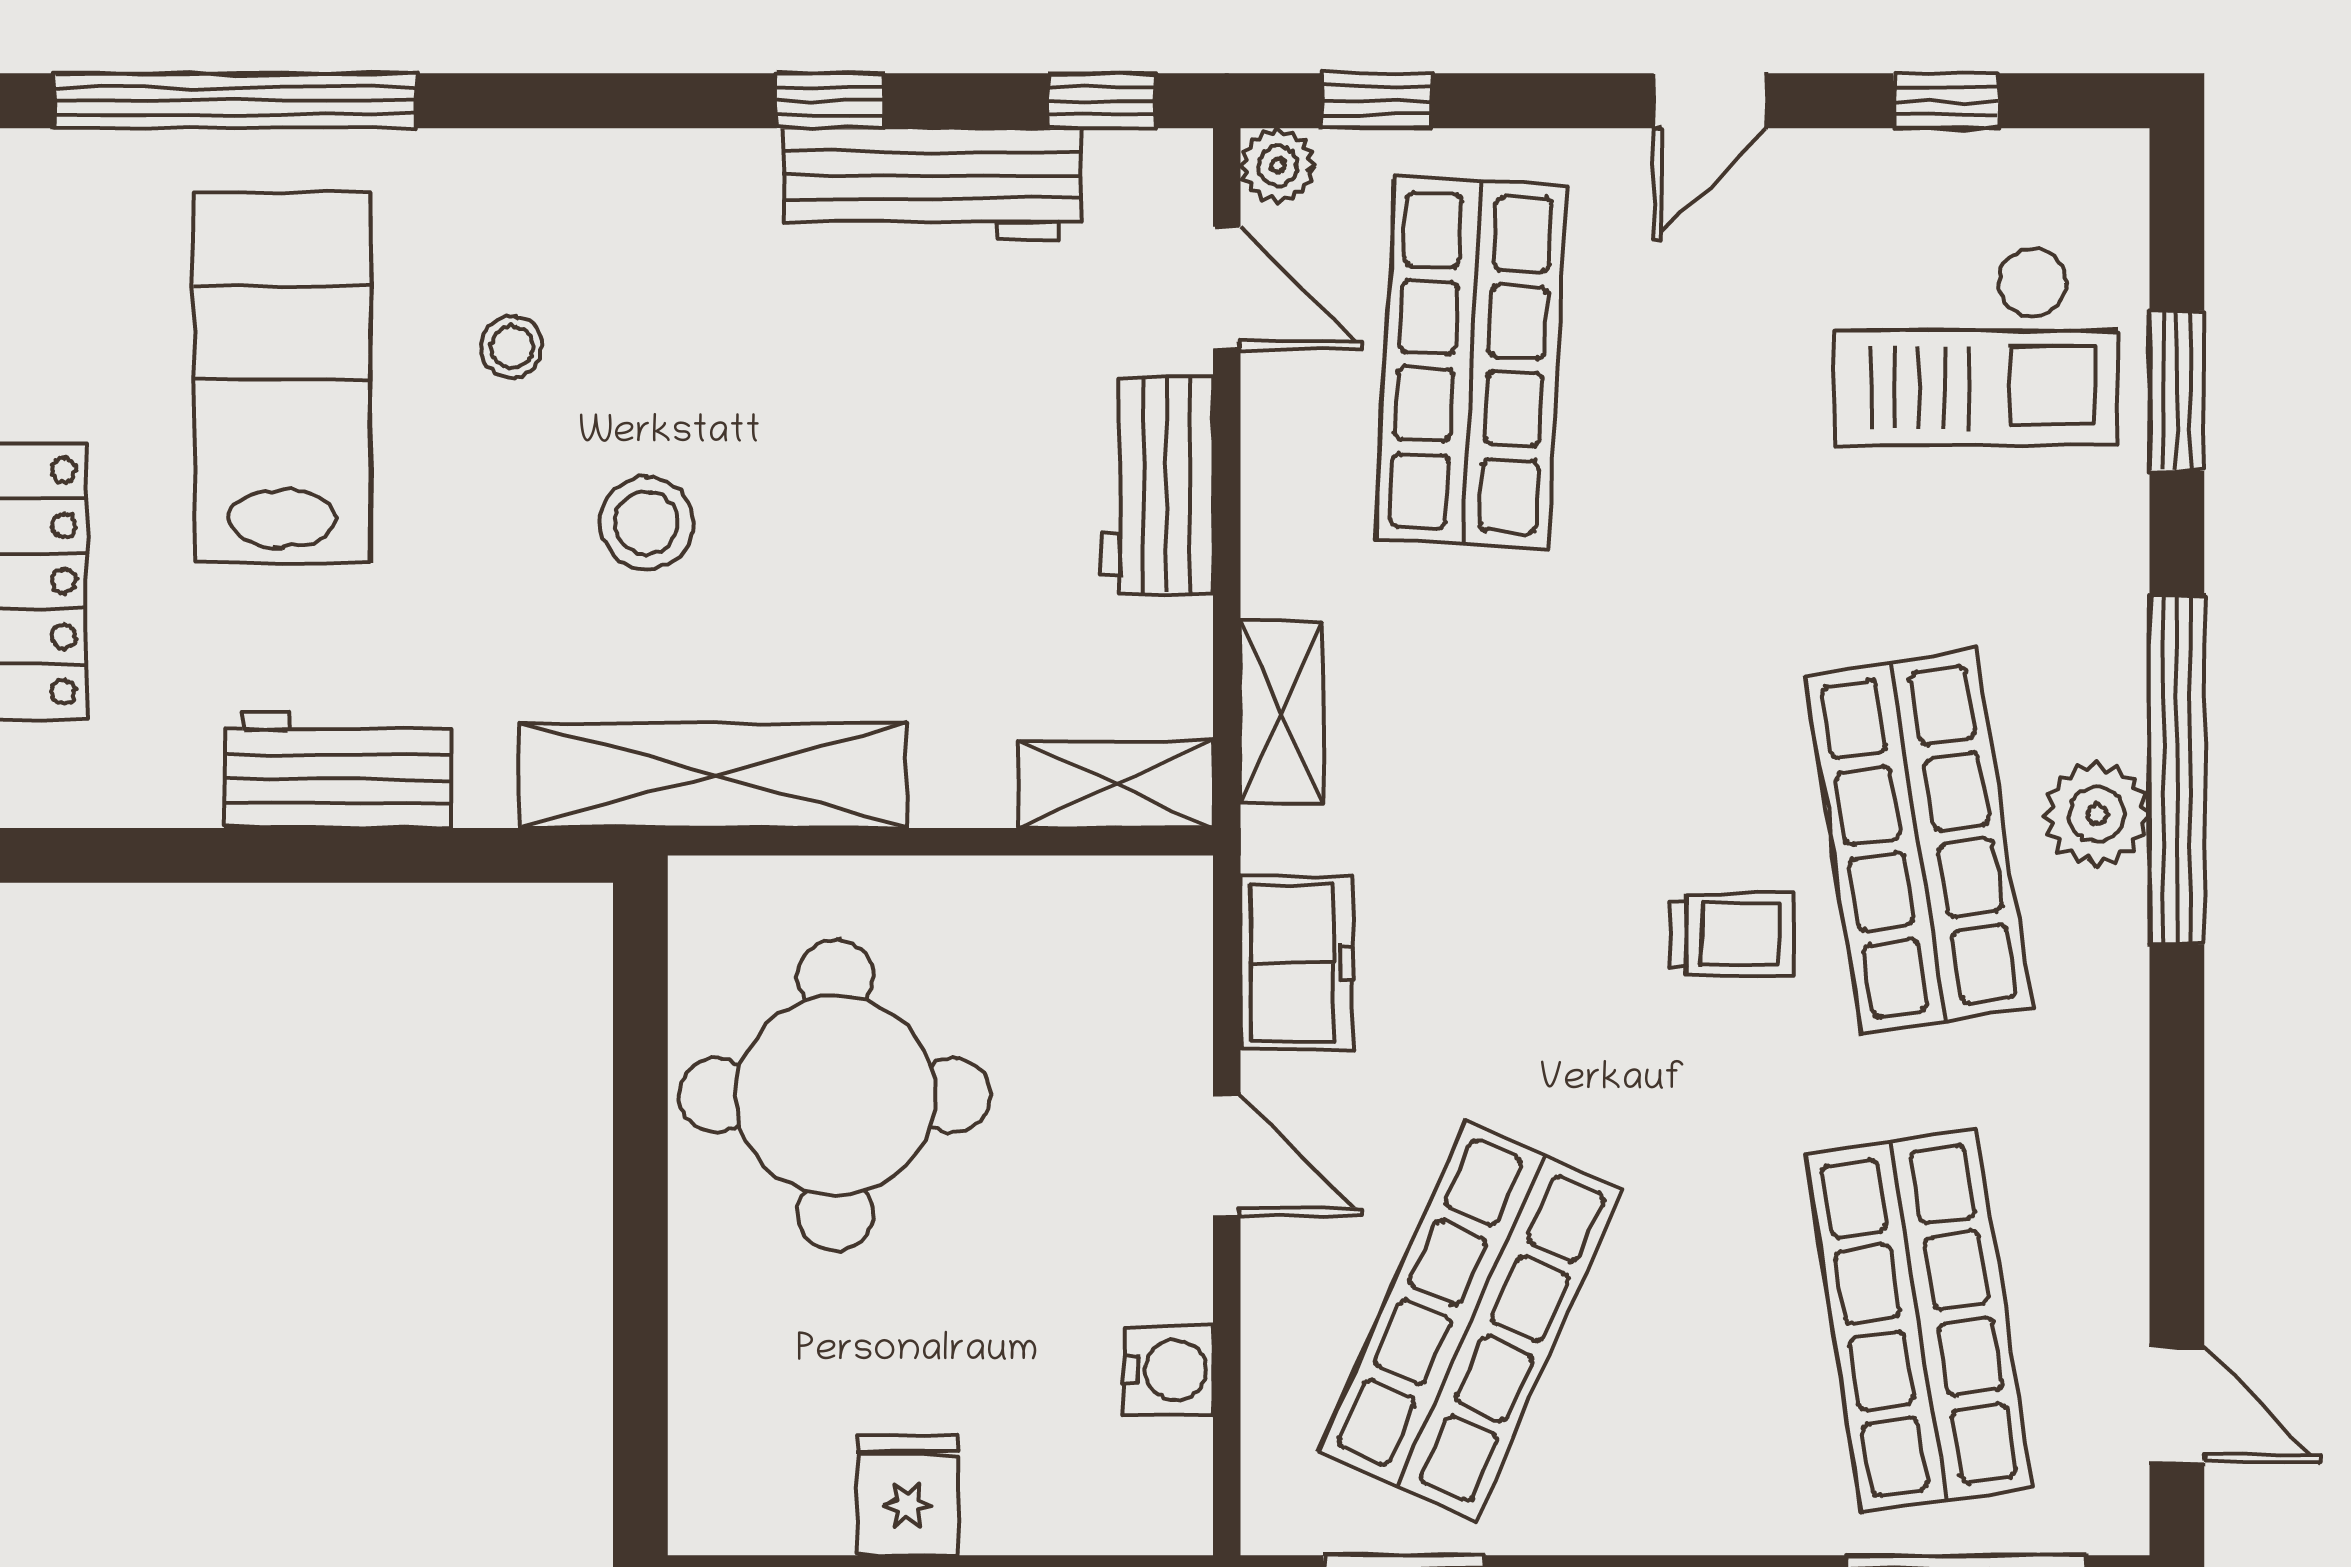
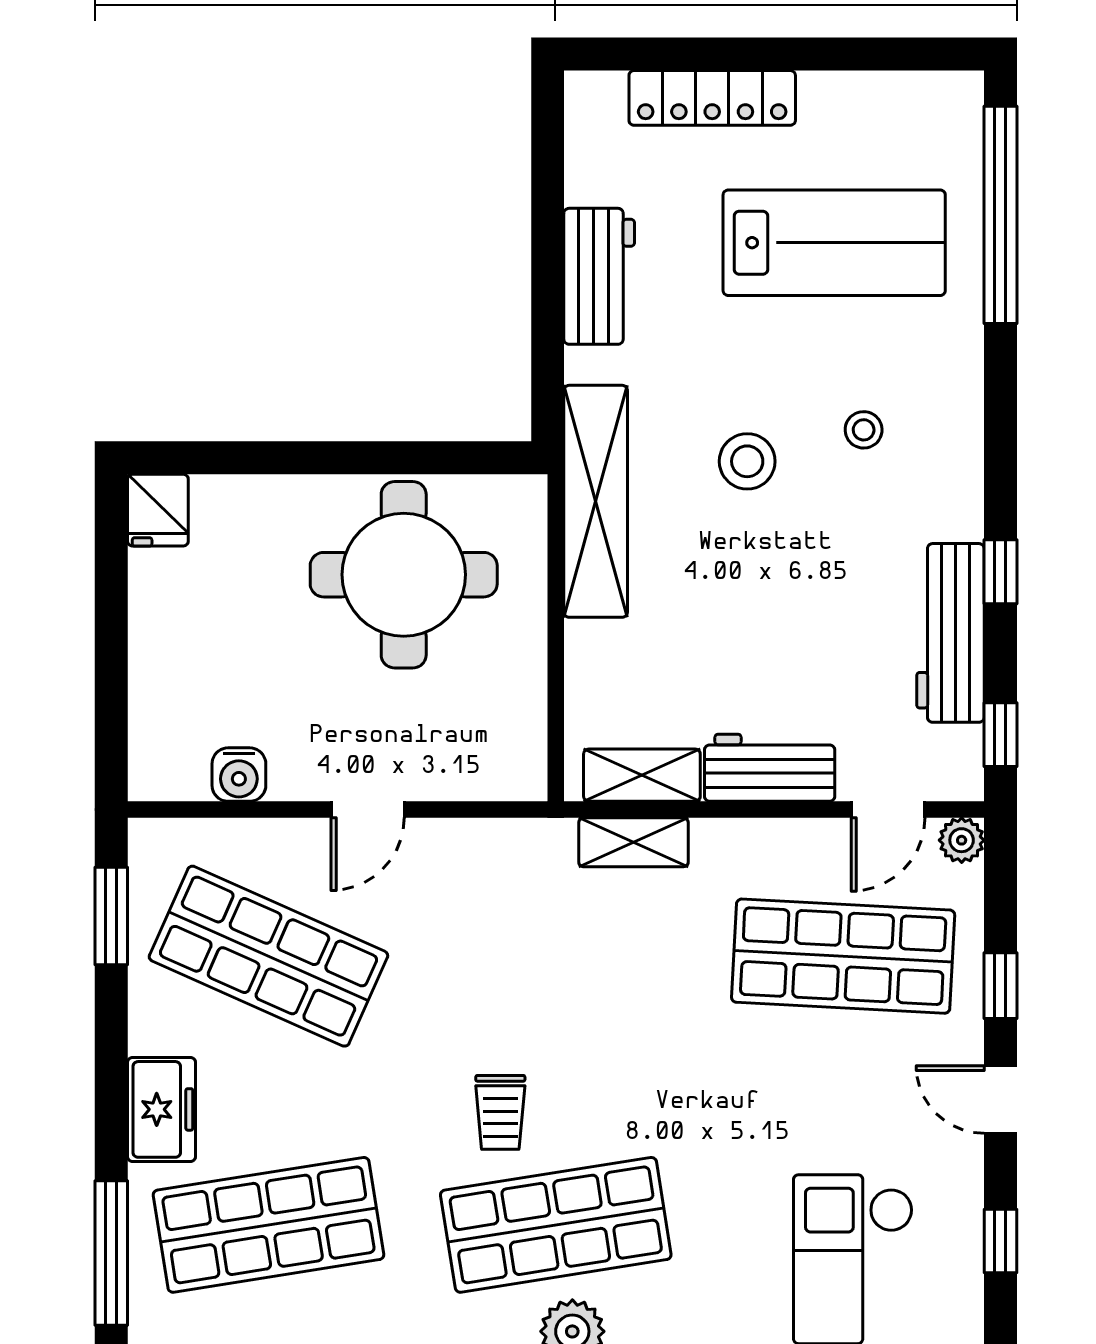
window: (1377, 101) -> (1000, 986), moved
stool: (512, 347) -> (864, 430), moved
shelving: (1116, 784) -> (642, 775), moved, turned 90
freezer: (1297, 963) -> (161, 1109), moved, turned -90
fridge: (908, 1495) -> (158, 510), moved, turned 90

